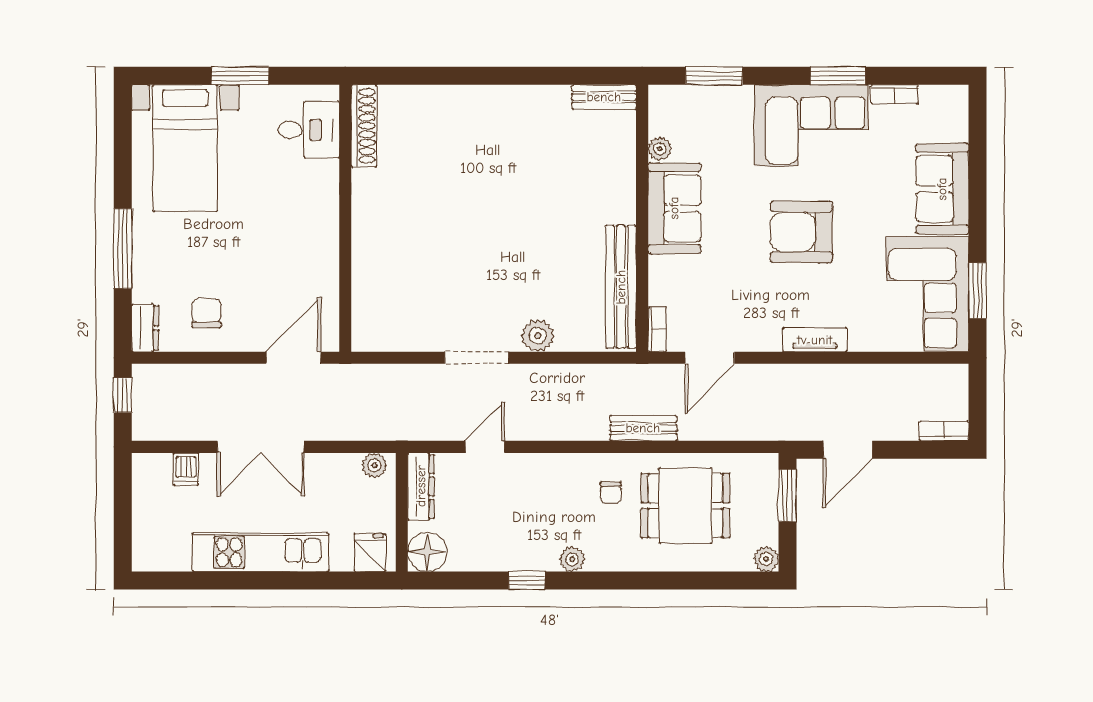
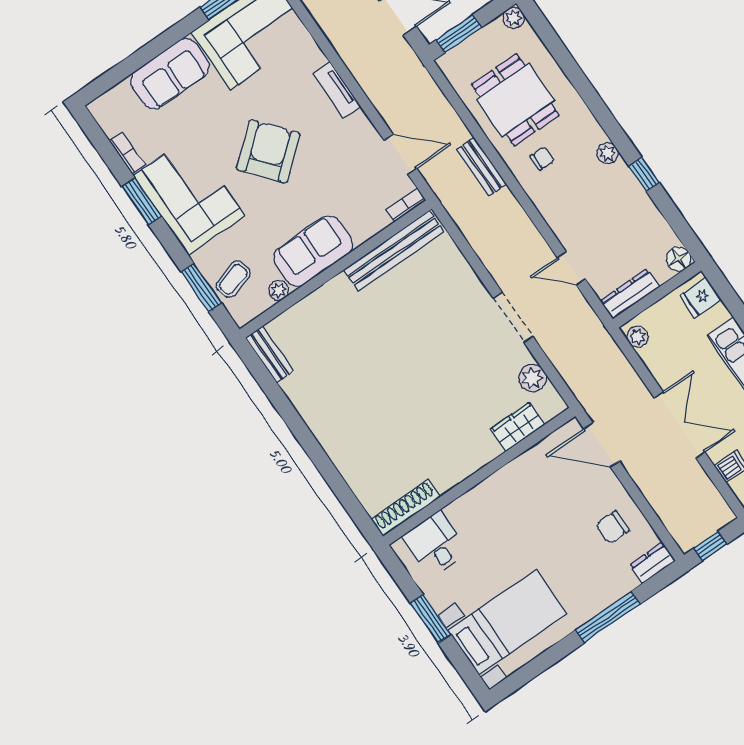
coffee table: (701, 112) -> (233, 279), added
armchair: (801, 232) -> (268, 151), turned -130
wardrobe: (368, 289) -> (518, 427), added
plant: (538, 336) -> (532, 378), moved
floor lamp: (427, 552) -> (679, 259), width x0.73, depth x0.73

